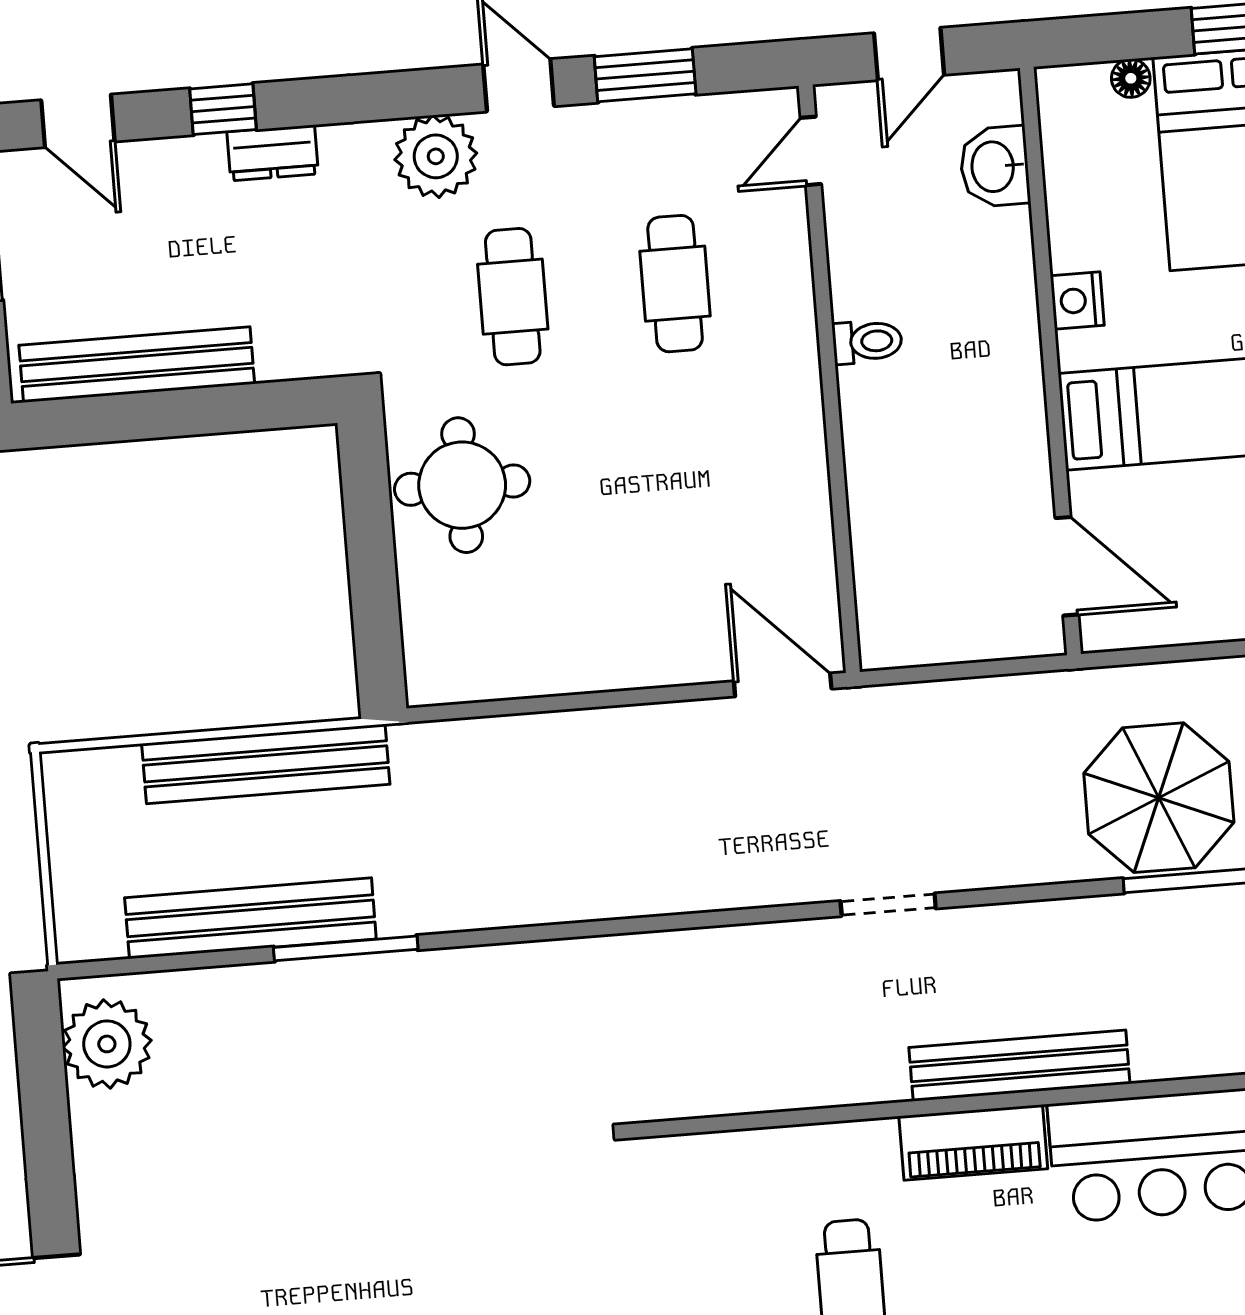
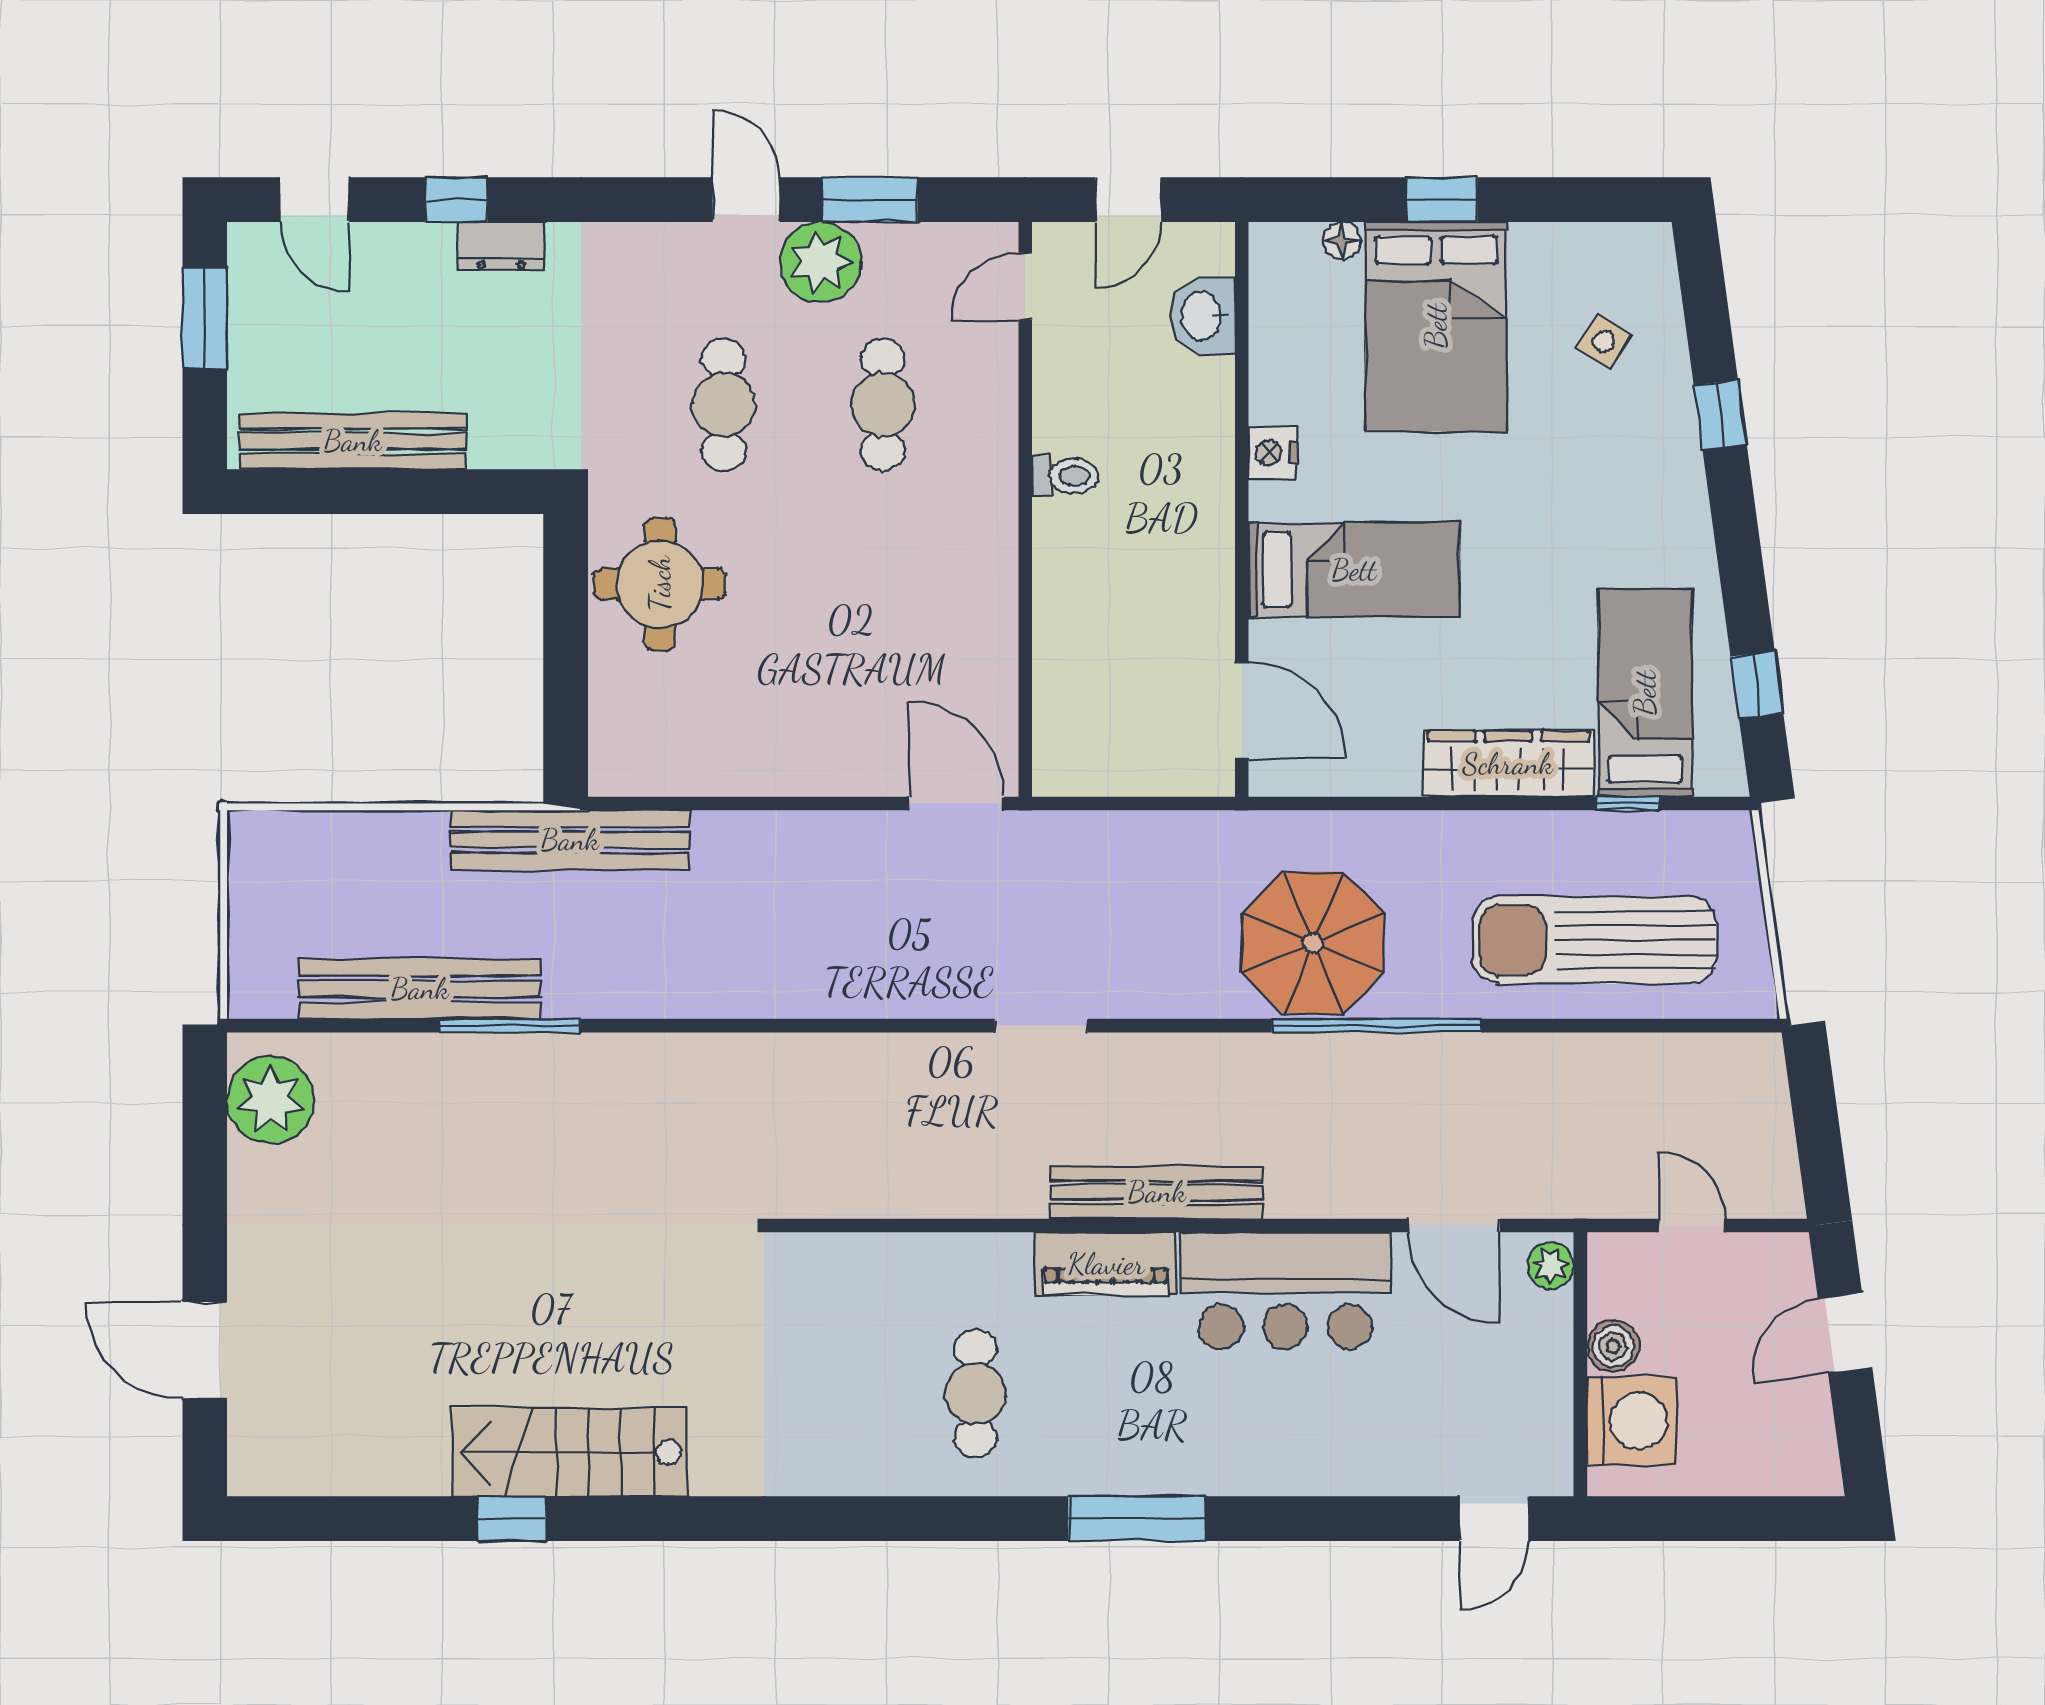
plant: (436, 156) -> (820, 262), moved
bench: (266, 764) -> (570, 840), moved

